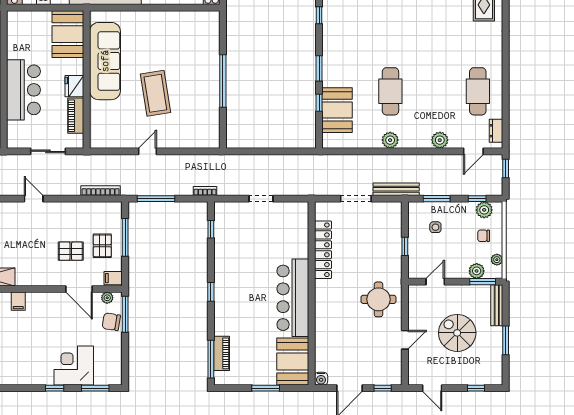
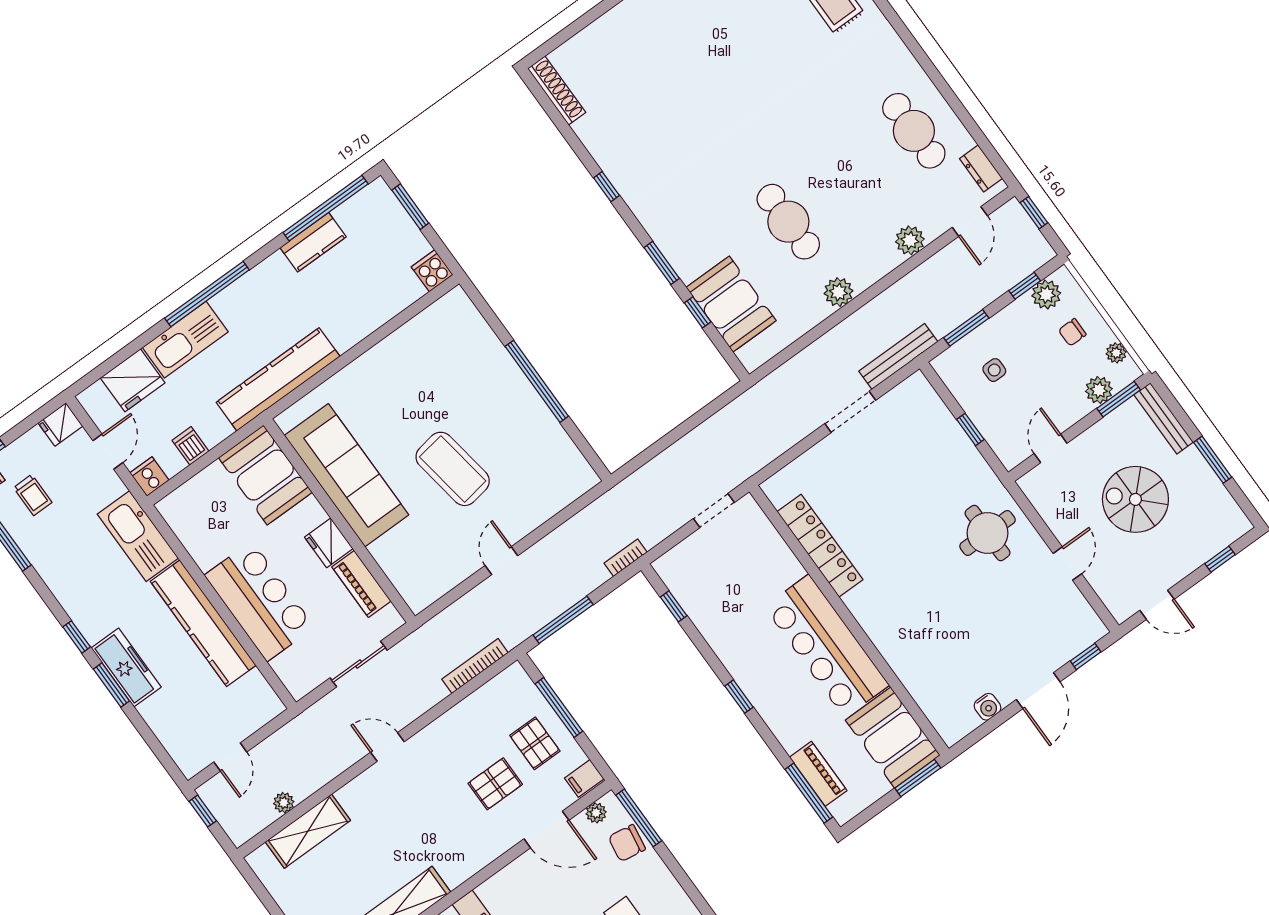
locker: (323, 250) -> (820, 546), moved
wall: (312, 293) -> (849, 620), moved
bar counter: (293, 298) -> (827, 646), moved
booth: (293, 361) -> (893, 738), moved

